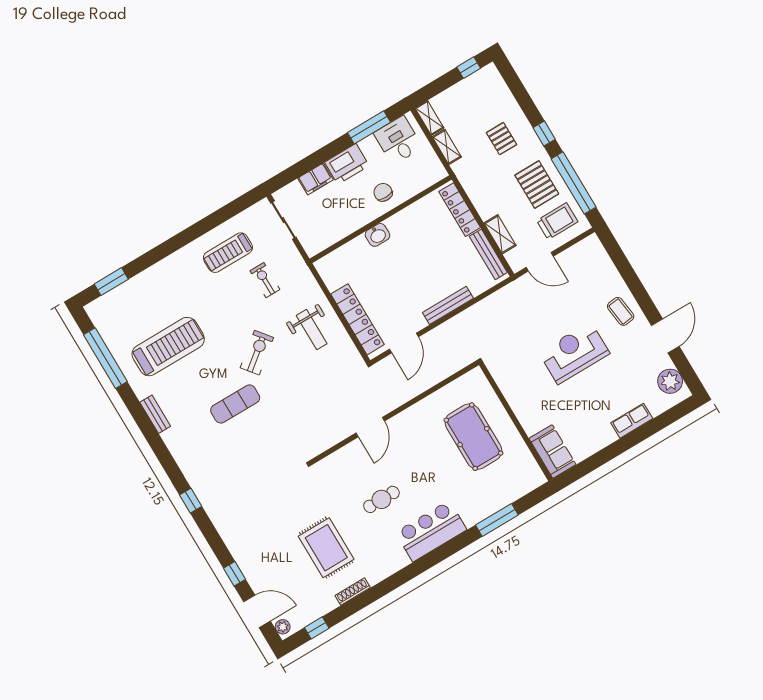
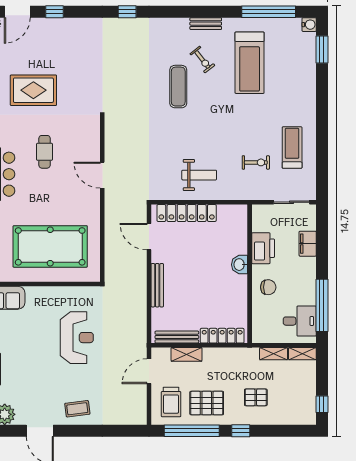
window: (369, 127) -> (322, 305), width x1.46
printer: (347, 164) -> (263, 248), moved, turned 180
water cooler: (94, 310) -> (309, 25), added
weight bench: (312, 330) -> (199, 175), turned 180
exercise bike: (257, 353) -> (202, 60), moved, width x0.73, depth x0.72
reception desk: (574, 353) -> (77, 338), moved
pool table: (473, 437) -> (50, 246), width x1.36, depth x1.32

